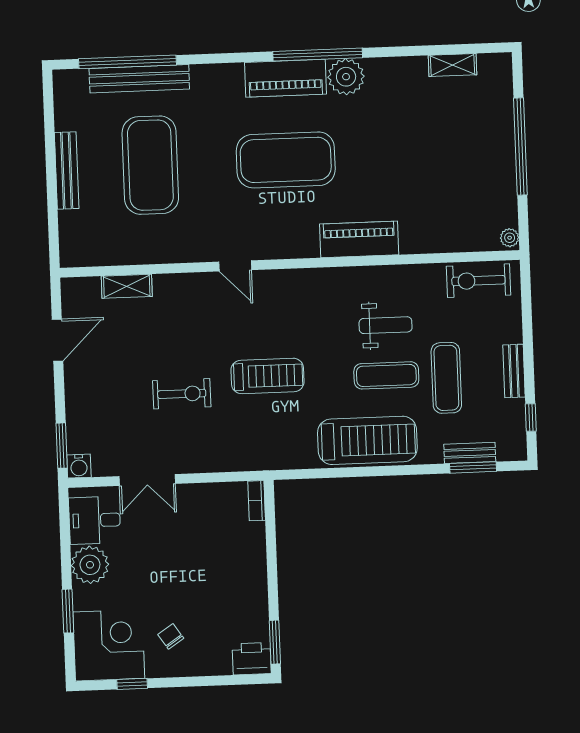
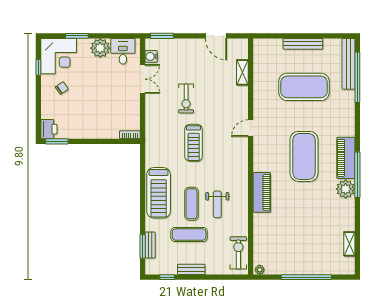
bench: (139, 79) -> (349, 64), moved
water cooler: (79, 466) -> (151, 56), moved
double door: (147, 480) -> (143, 79), swing flipped

